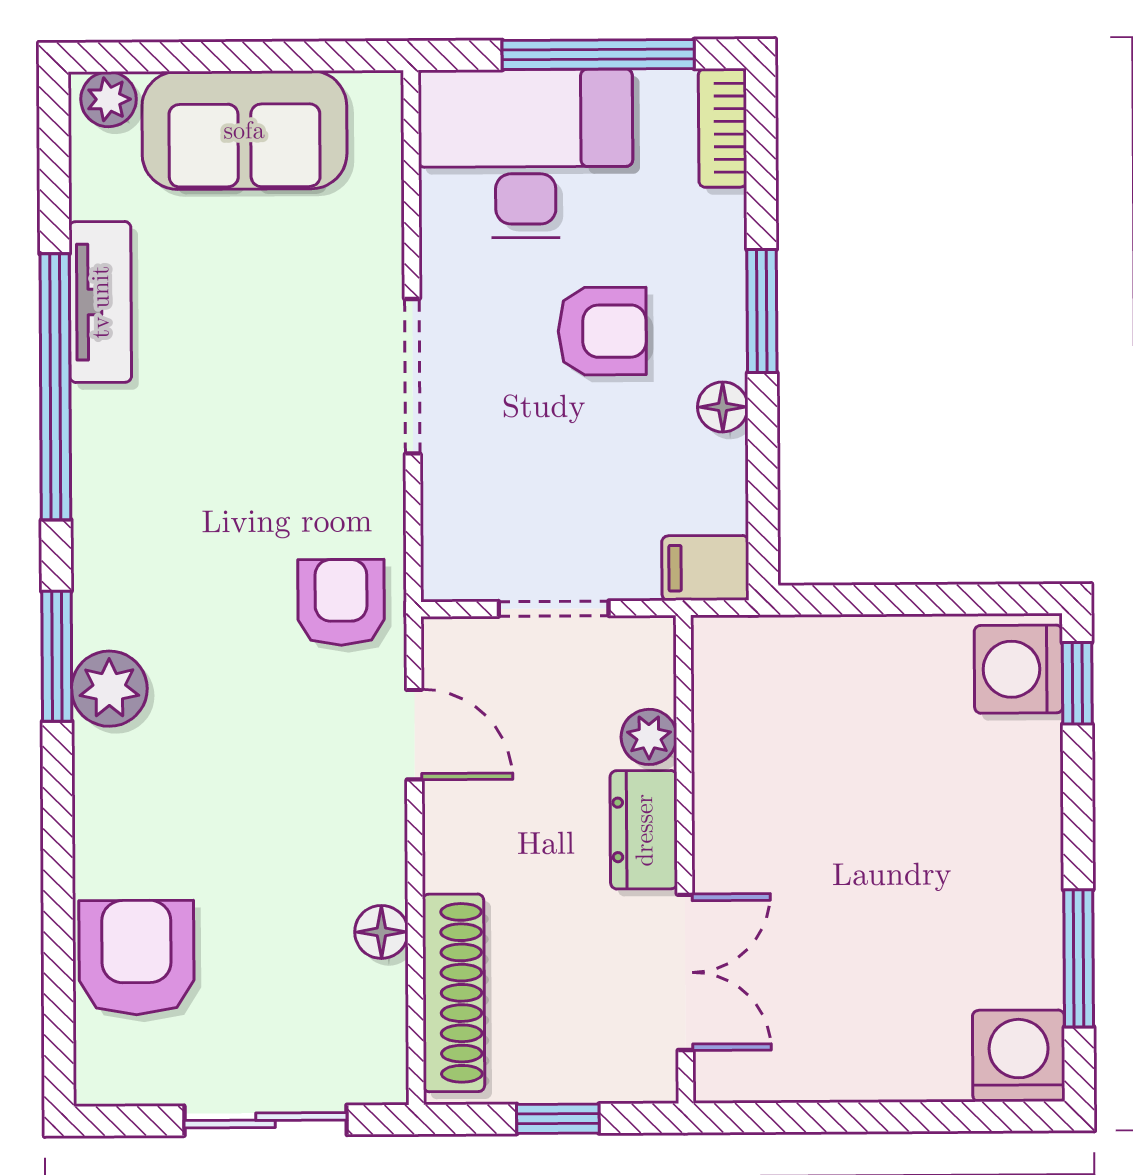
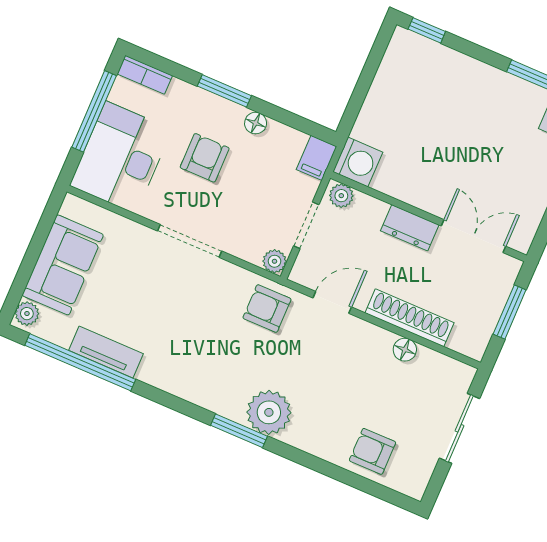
window: (55, 387) -> (80, 362), moved
plant: (448, 575) -> (275, 261), added
washing machine: (1019, 669) -> (358, 162), moved, turned -90
plant: (109, 689) -> (269, 412), width x1.36, depth x1.36
plant: (649, 737) -> (341, 196), moved
armchair: (136, 958) -> (373, 451), width x0.72, depth x0.72
shoe rack: (453, 993) -> (410, 318), moved
window: (558, 1119) -> (510, 312), width x1.50

